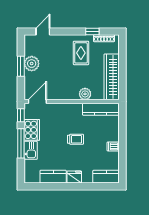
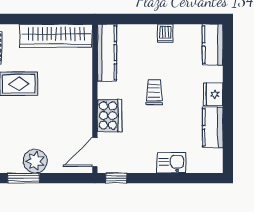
window: (21, 66) -> (24, 178), moved
plant: (85, 94) -> (83, 77), removed
door: (37, 102) -> (95, 152), hinge flipped
cooker: (32, 130) -> (109, 116), moved, turned 90
window: (21, 143) -> (160, 178), removed

